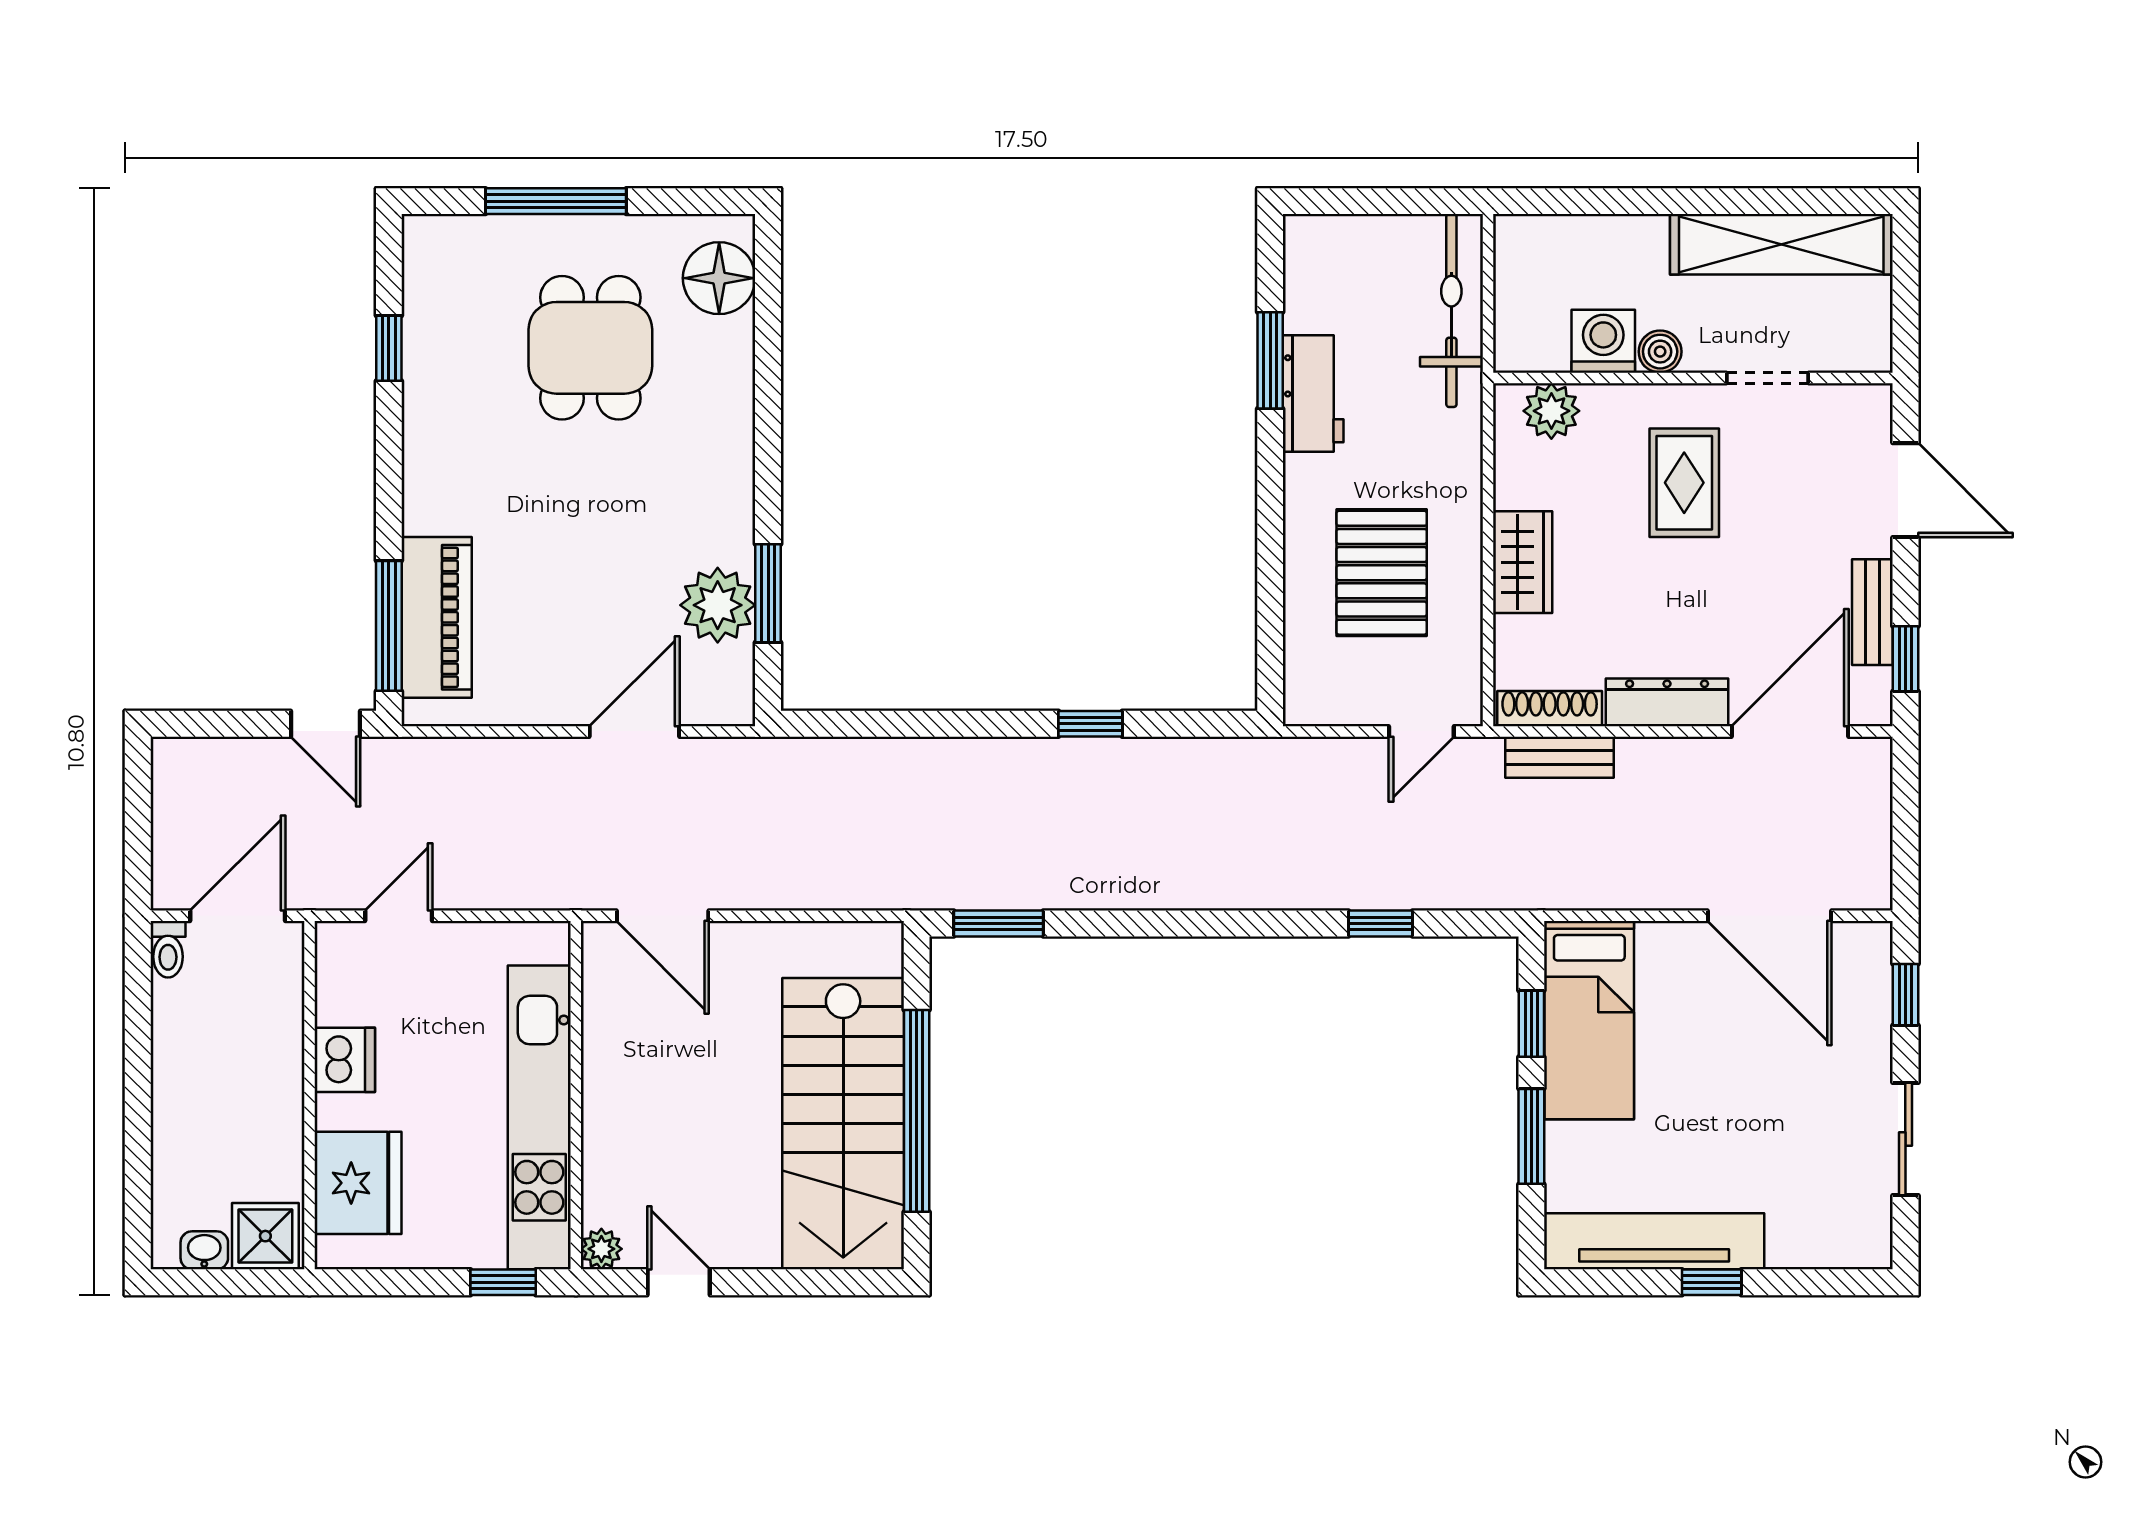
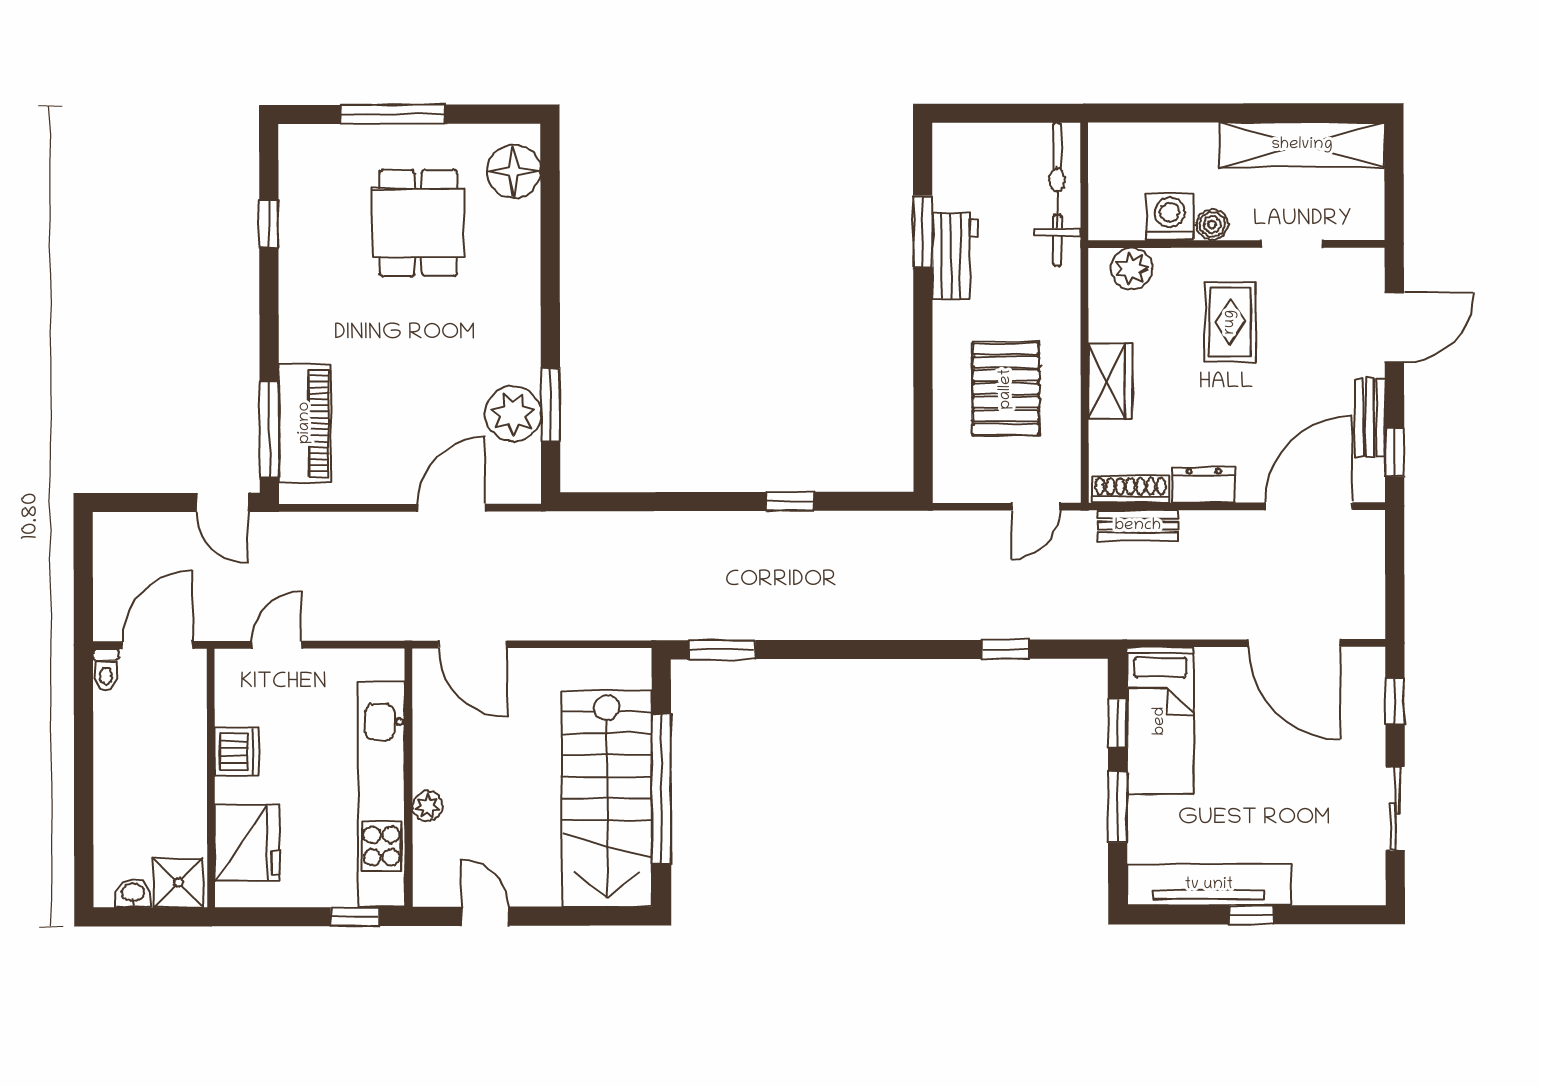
door: (1905, 490) -> (1394, 327), hinge flipped
dresser: (1667, 702) -> (1204, 485), width x0.70
plant: (601, 1249) -> (428, 806), moved

